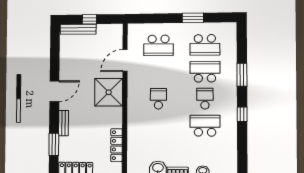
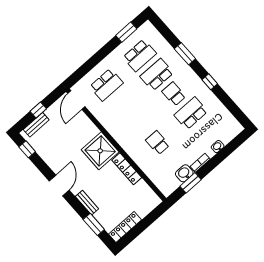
window: (193, 18) -> (126, 32), moved
bench: (78, 29) -> (36, 125), width x0.73
window: (55, 42) -> (27, 149), added
door: (125, 60) -> (76, 100), moved
school desk: (158, 99) -> (158, 143), moved
locker: (116, 145) -> (127, 169), moved

